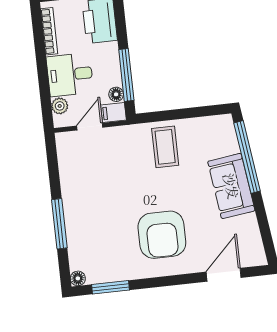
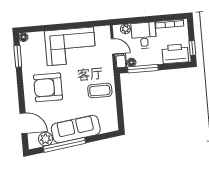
window: (247, 157) -> (64, 145), moved
sofa: (231, 186) -> (76, 129), width x1.36
corner sofa: (91, 199) -> (70, 46), added
window: (59, 224) -> (56, 27), removed
plant: (249, 237) -> (45, 139), added

